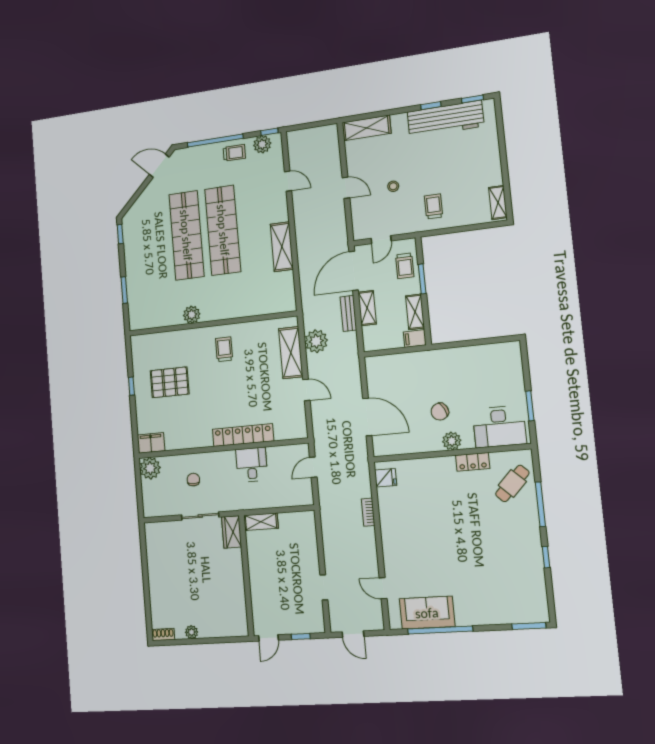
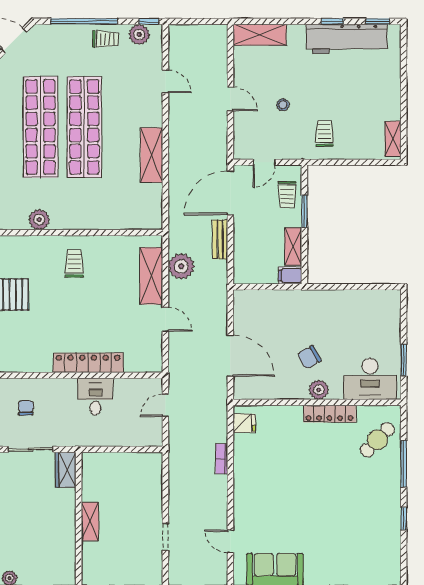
shelving: (367, 308) -> (241, 236), removed
locker: (473, 462) -> (330, 414), width x1.53
shelving: (261, 522) -> (90, 521), moved, turned 90

